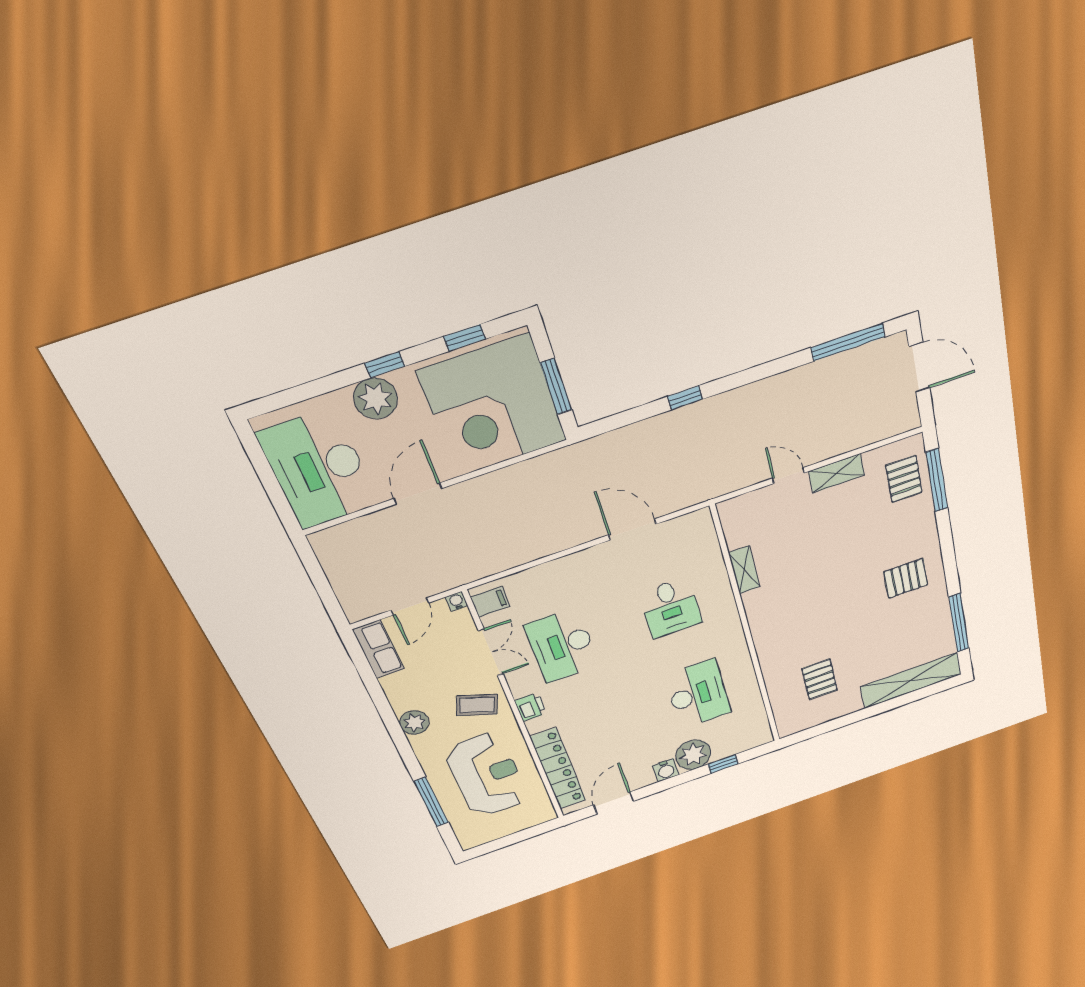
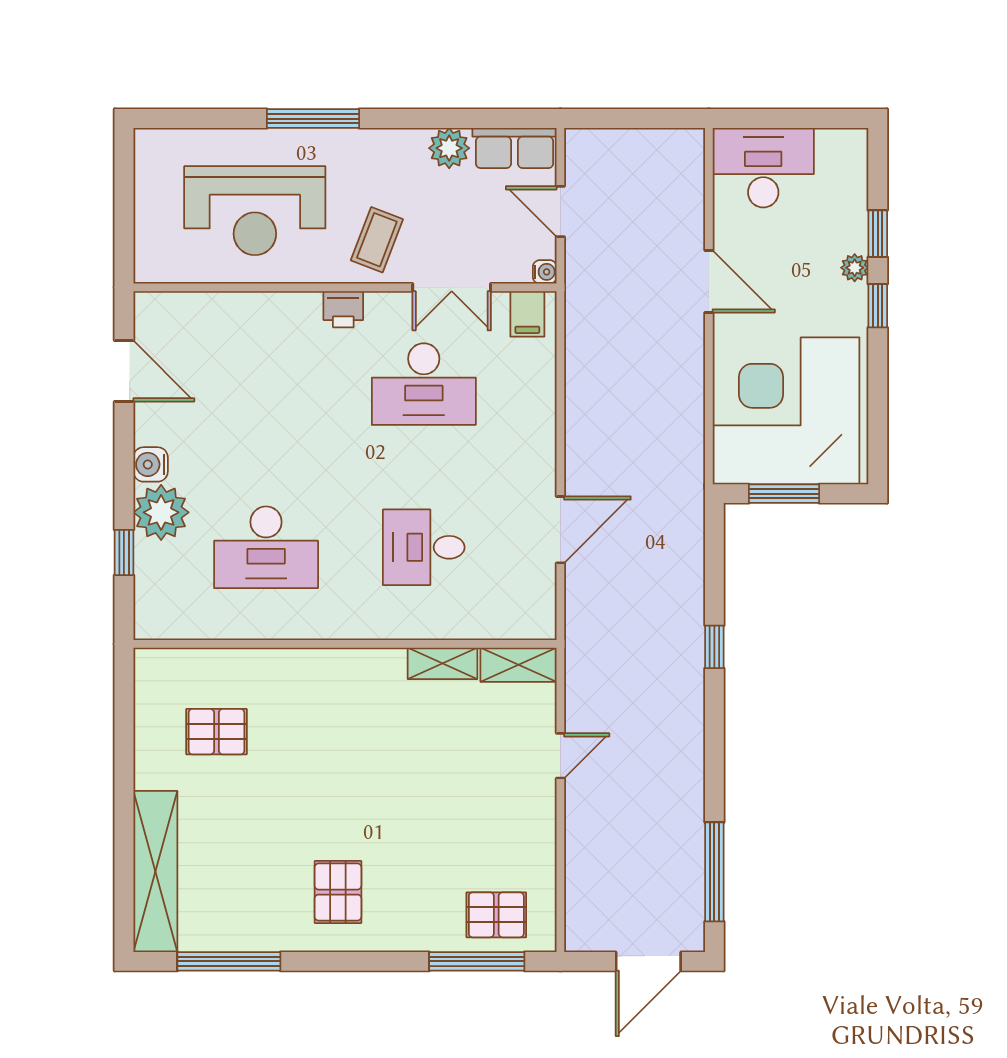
window: (465, 338) -> (878, 234), moved
plant: (376, 398) -> (855, 268), width x0.53, depth x0.53
desk: (318, 469) -> (763, 168), width x0.73, depth x0.77
shelving: (837, 473) -> (518, 665), moved, turned 90
desk: (562, 645) -> (424, 384), turned 180
plant: (414, 723) -> (449, 148), moved
locker: (558, 769) -> (222, 312), removed
window: (431, 802) -> (313, 119), moved

